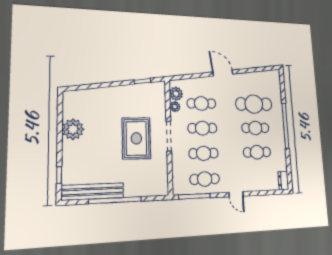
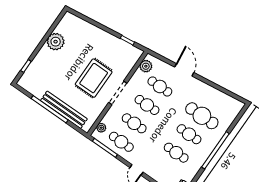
door: (223, 73) -> (184, 70), moved
plant: (175, 107) -> (101, 128), moved
bench: (93, 192) -> (64, 110), moved

